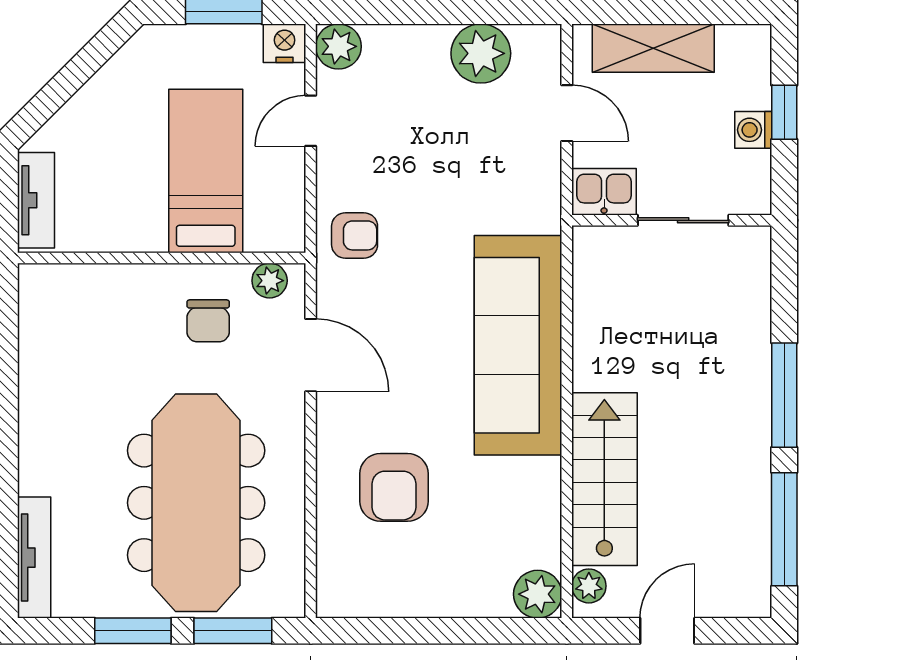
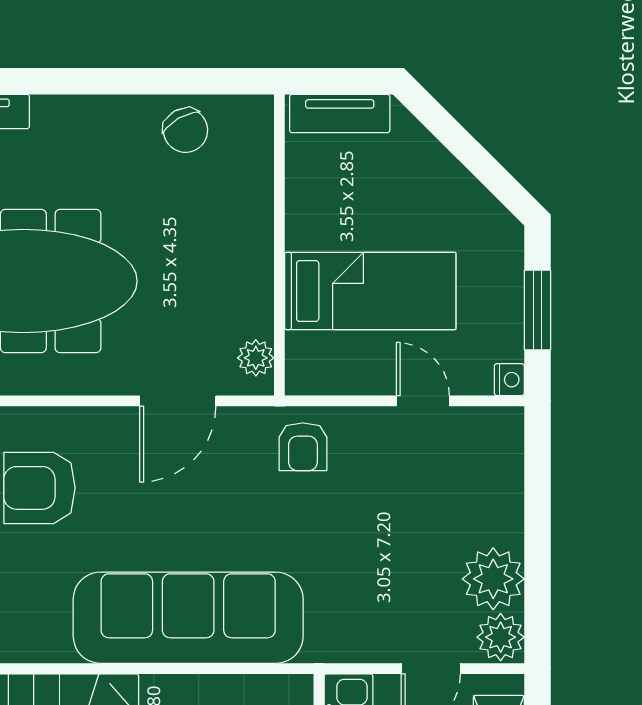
nightstand: (285, 43) -> (509, 380), width x0.72, depth x0.74
plant: (338, 46) -> (501, 637), moved
chair: (208, 321) -> (186, 130), moved, turned -120

